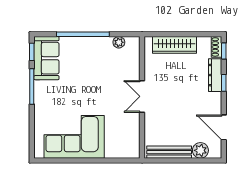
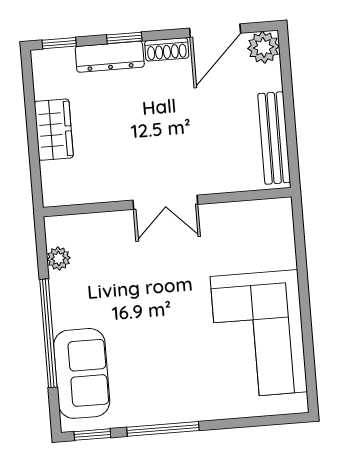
wardrobe: (175, 45) -> (54, 130), width x0.67
shoe rack: (216, 47) -> (167, 49), moved
sofa: (46, 58) -> (82, 373), moved, turned 90
plant: (200, 150) -> (264, 47), moved

